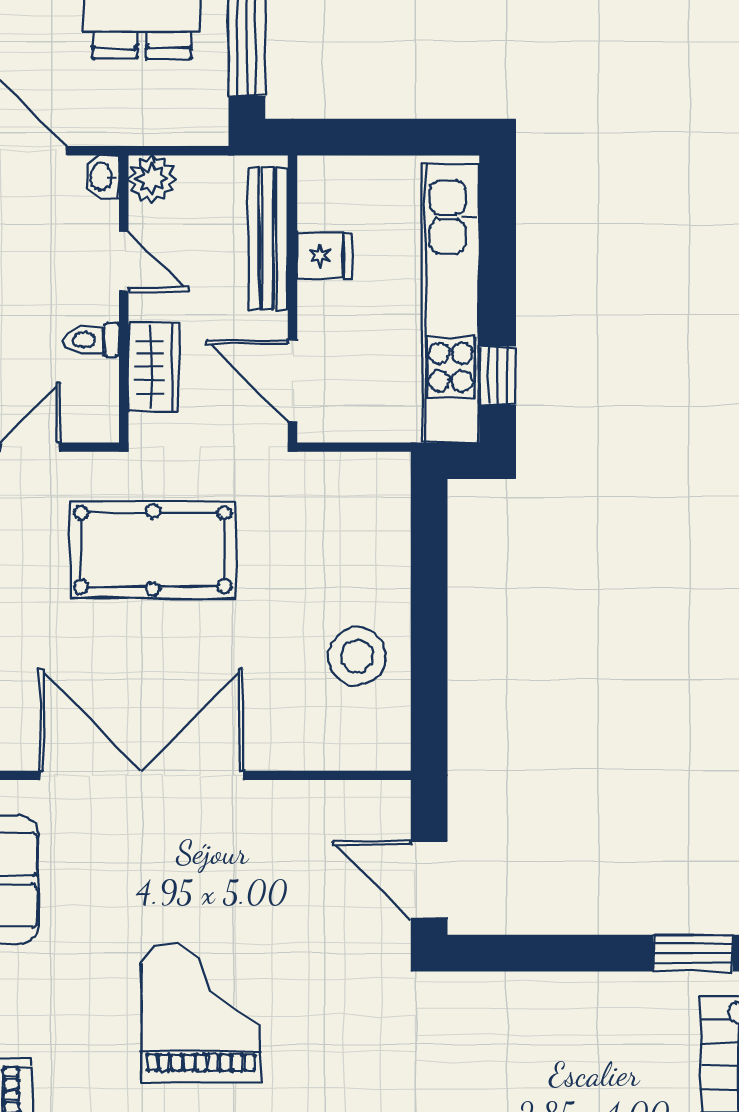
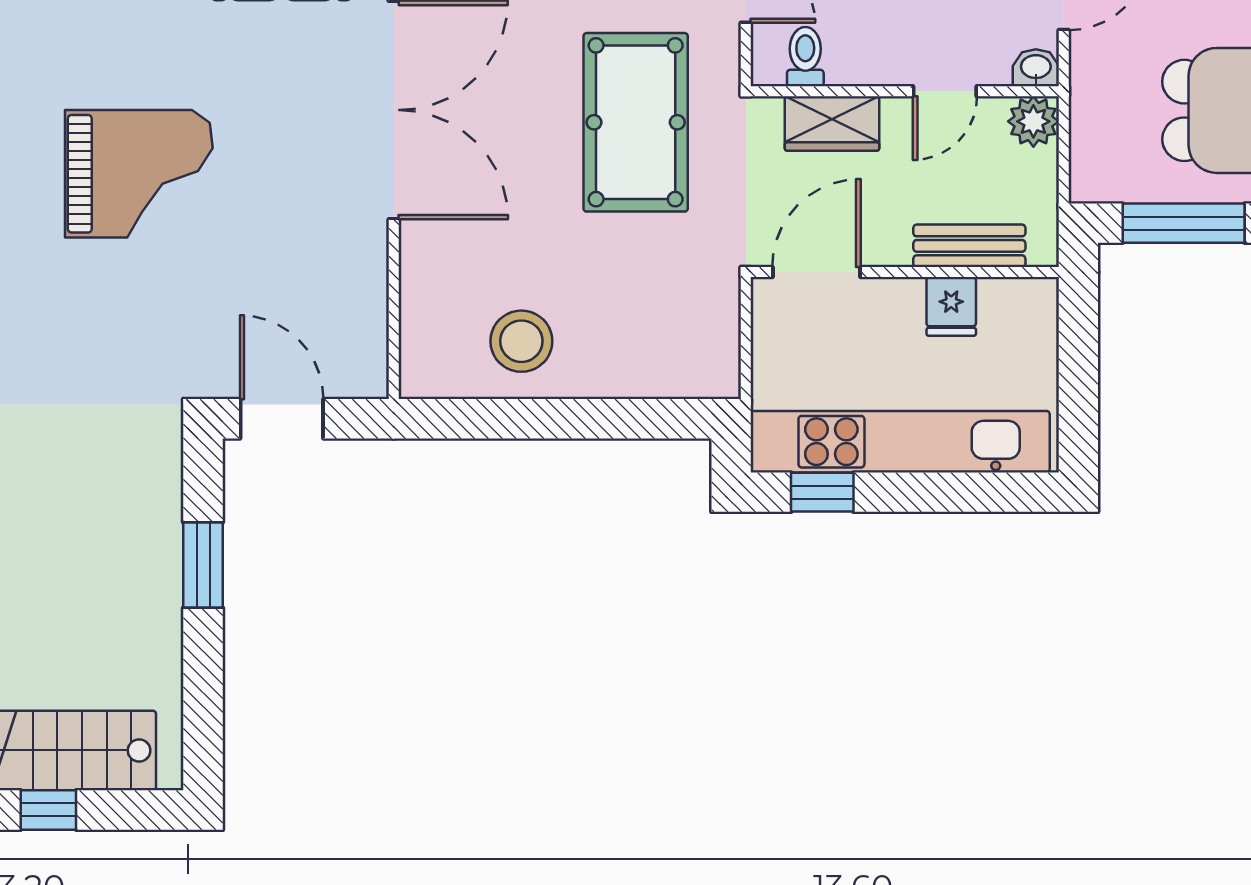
bench: (268, 239) -> (969, 246), width x0.73
toilet: (92, 340) -> (805, 57), moved
door: (429, 880) -> (282, 419), hinge flipped
window: (693, 953) -> (203, 565), moved

